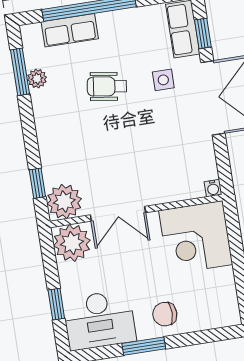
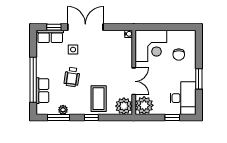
coffee table: (71, 148) -> (99, 99), added
window: (37, 183) -> (91, 117), moved
chair: (165, 314) -> (179, 55), moved

